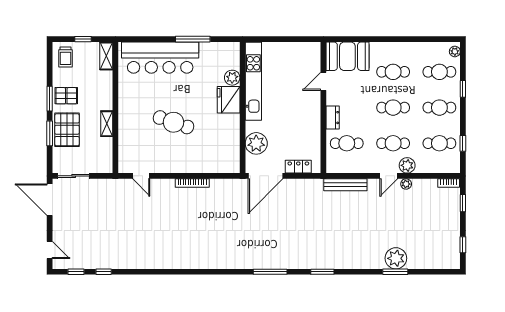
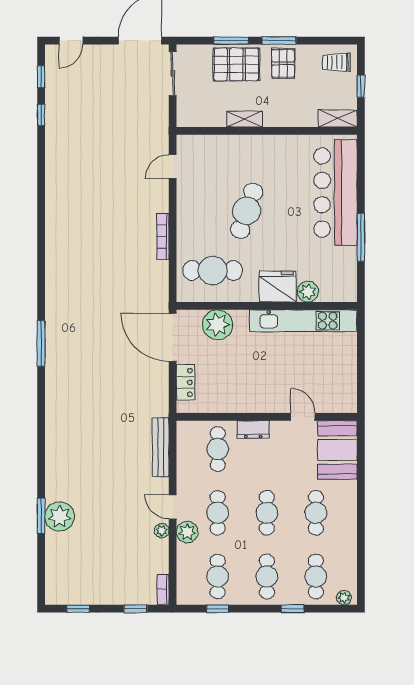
cafe table: (217, 147) -> (213, 271), added
window: (322, 272) -> (41, 416), removed

